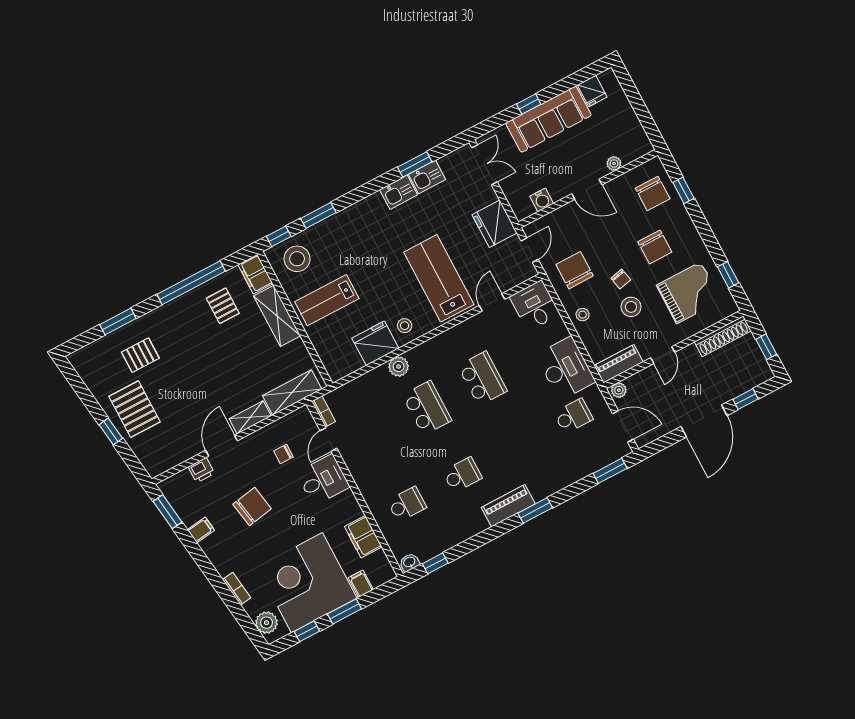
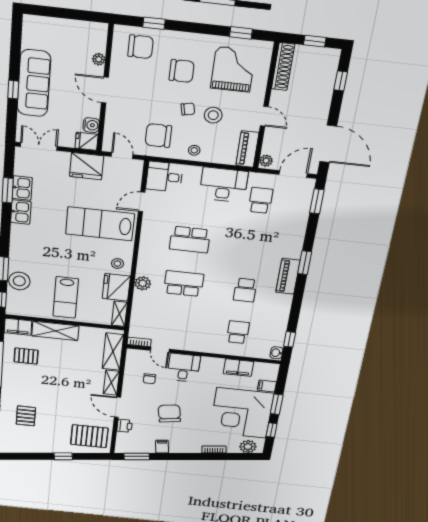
fridge: (592, 91) -> (87, 141), moved, turned 180
door: (587, 189) -> (105, 90), swing flipped
stool: (297, 259) -> (19, 281), moved
door: (492, 302) -> (142, 202), hinge flipped
shelving: (345, 368) -> (119, 314), added
school desk: (482, 378) -> (190, 240), turned 180
pallet: (134, 409) -> (89, 436), moved
door: (704, 421) -> (328, 144), moved
school desk: (462, 475) -> (245, 290), turned 180

